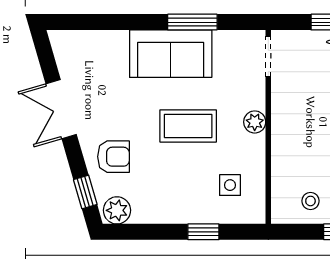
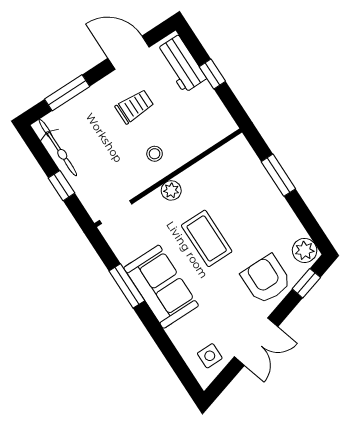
armchair: (113, 157) -> (266, 279), width x1.38, depth x1.38
side table: (230, 185) -> (210, 356), moved
stool: (310, 201) -> (155, 154), moved
window: (203, 232) -> (278, 175), width x1.50

